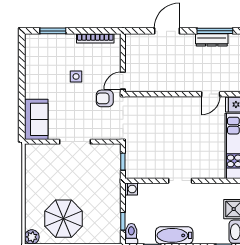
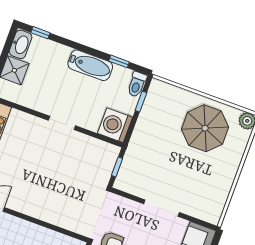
washing machine: (131, 189) -> (115, 125), width x1.89, depth x1.89

